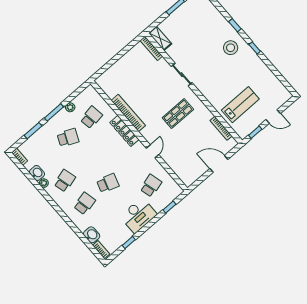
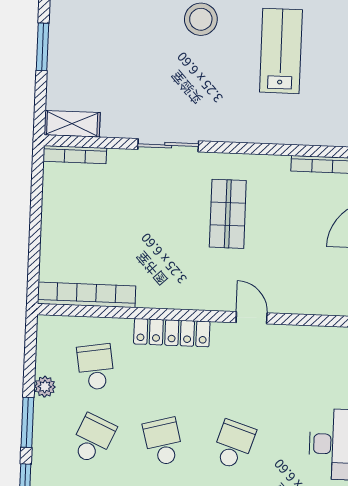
lab bench: (240, 105) -> (281, 51), moved
bookcase: (128, 113) -> (87, 295), moved
school desk: (151, 186) -> (163, 442), moved

